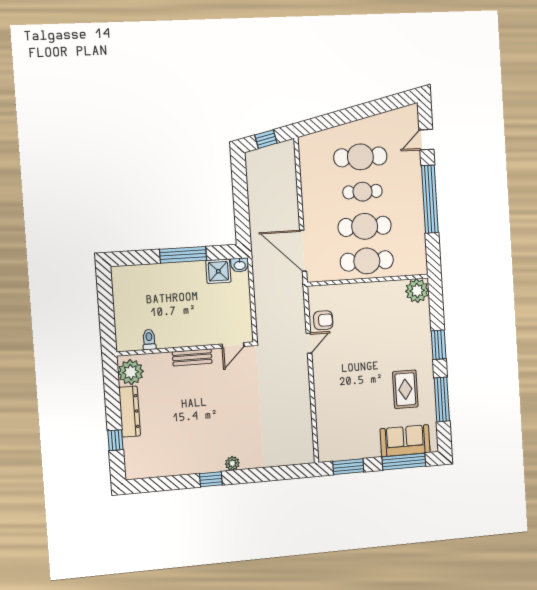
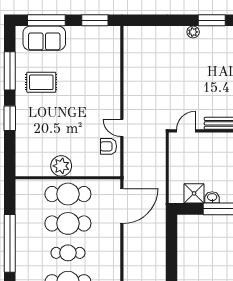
door: (303, 251) -> (122, 206), hinge flipped
washbasin: (240, 265) -> (212, 197), moved
plant: (417, 291) -> (61, 166), moved
door: (309, 343) -> (122, 128), hinge flipped
rug: (405, 389) -> (41, 82), turned 90
window: (211, 479) -> (212, 20), width x1.50

